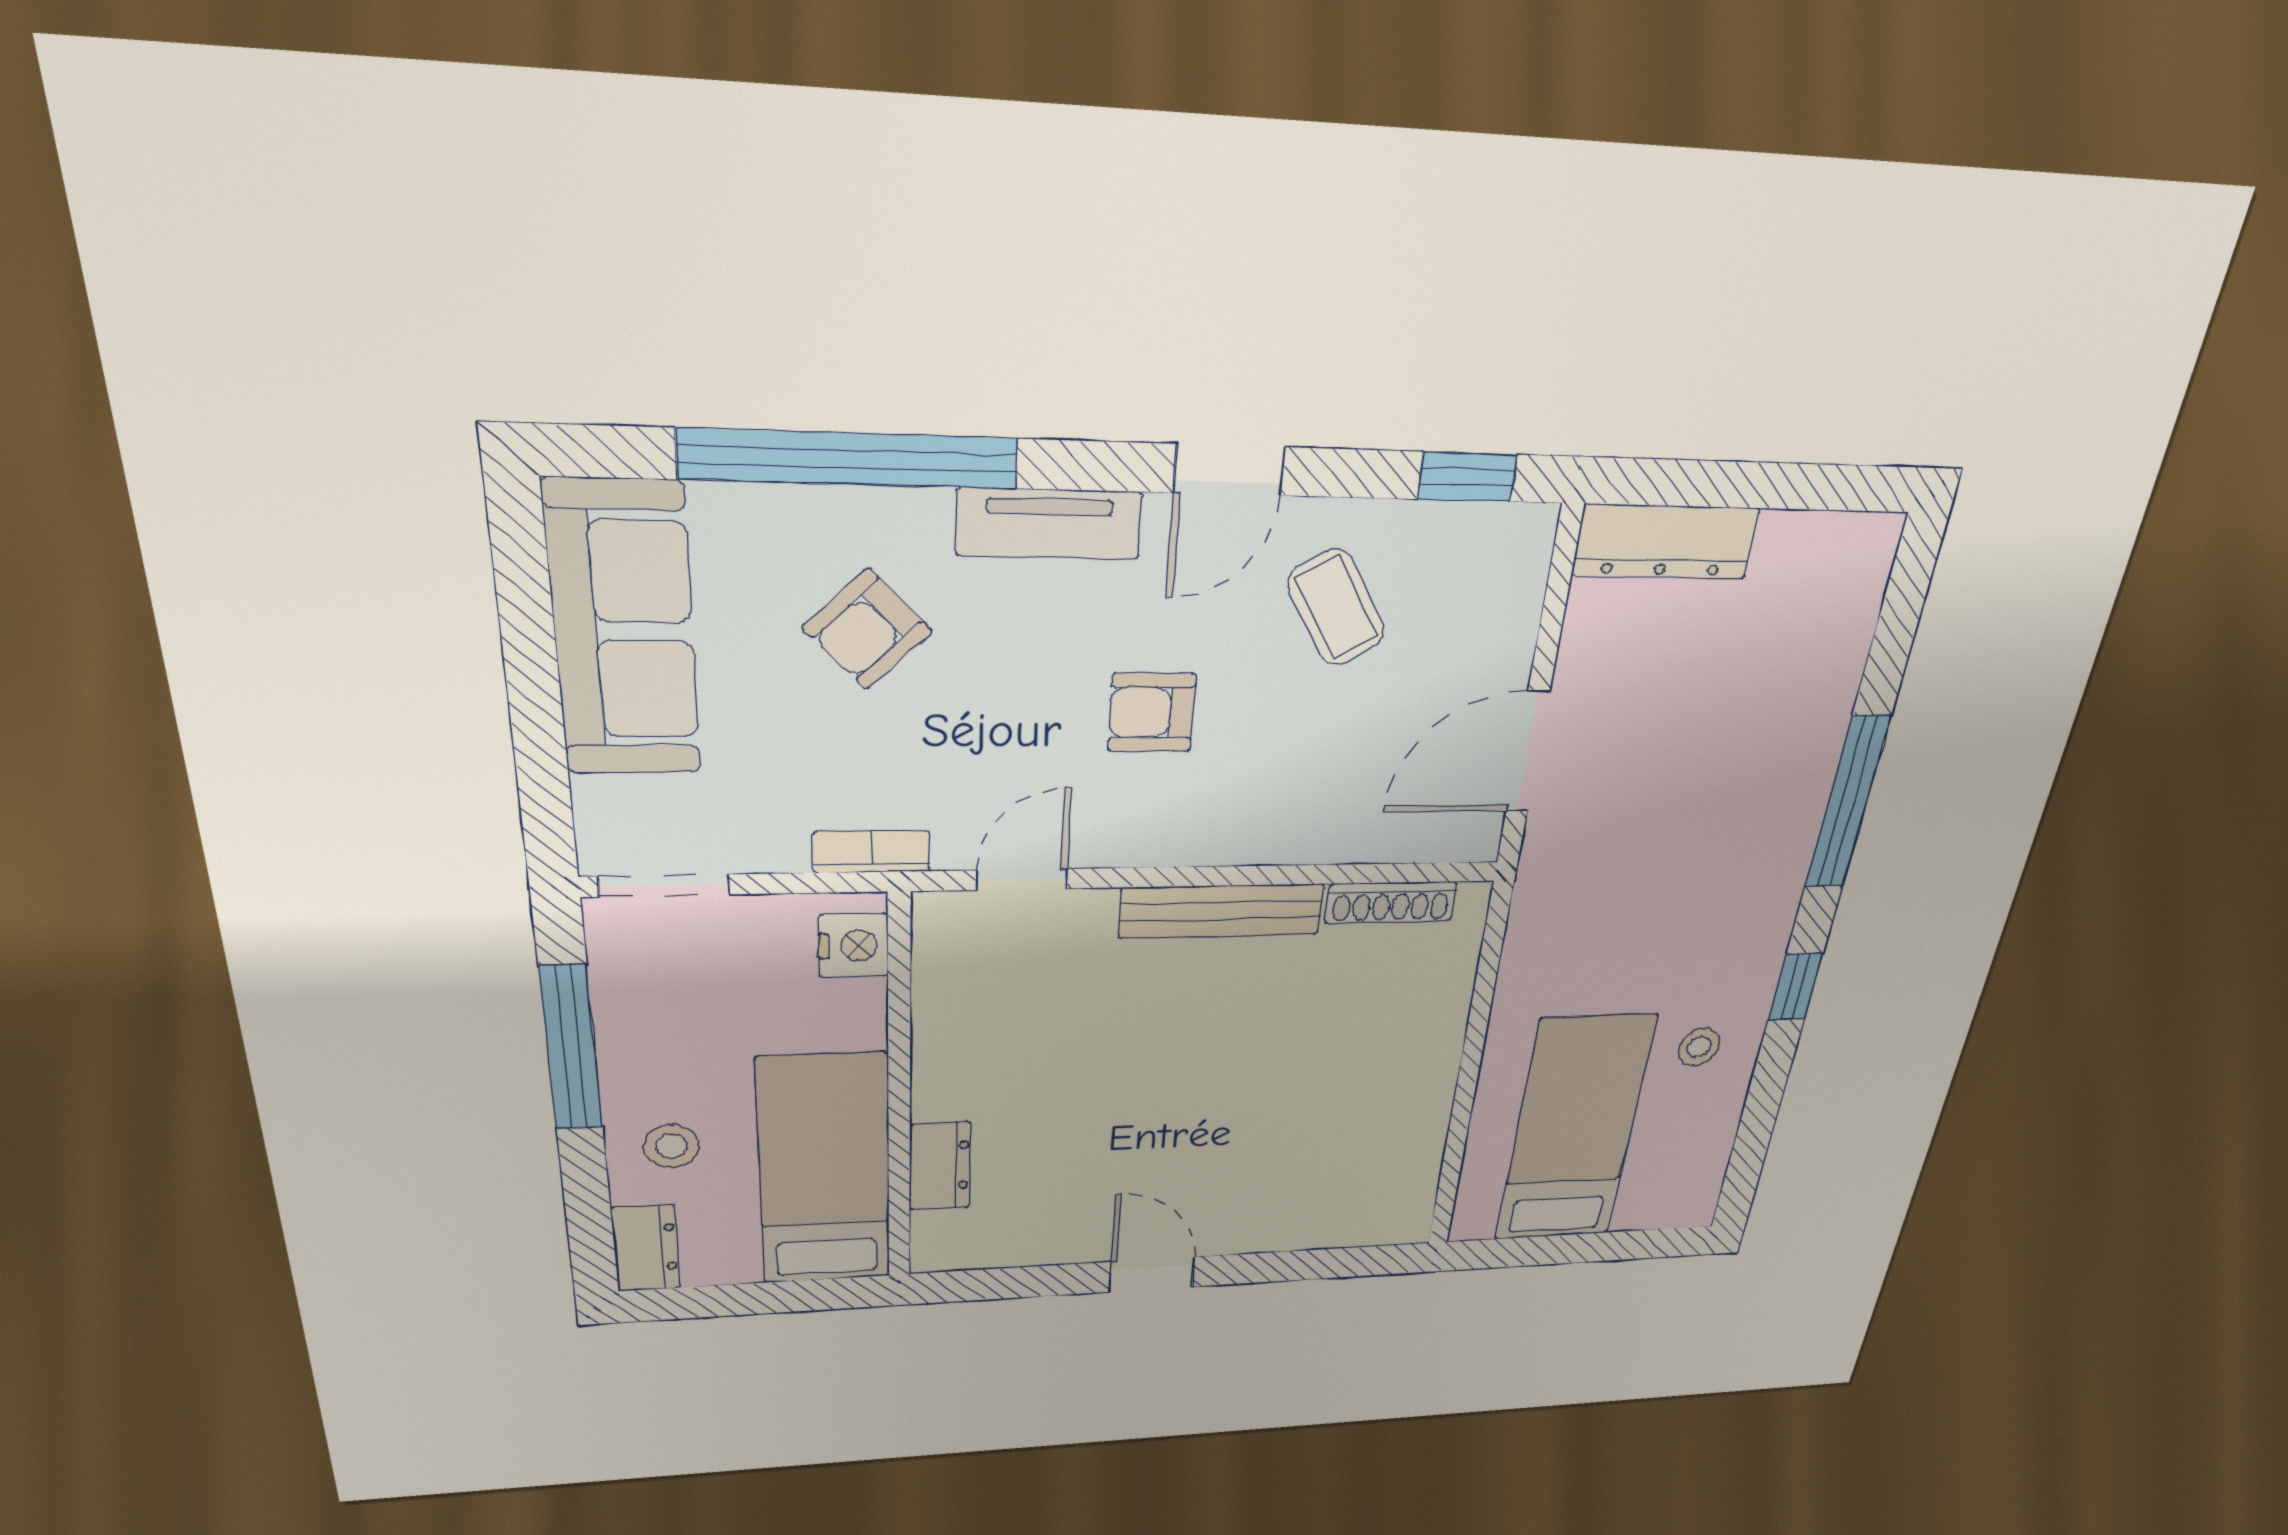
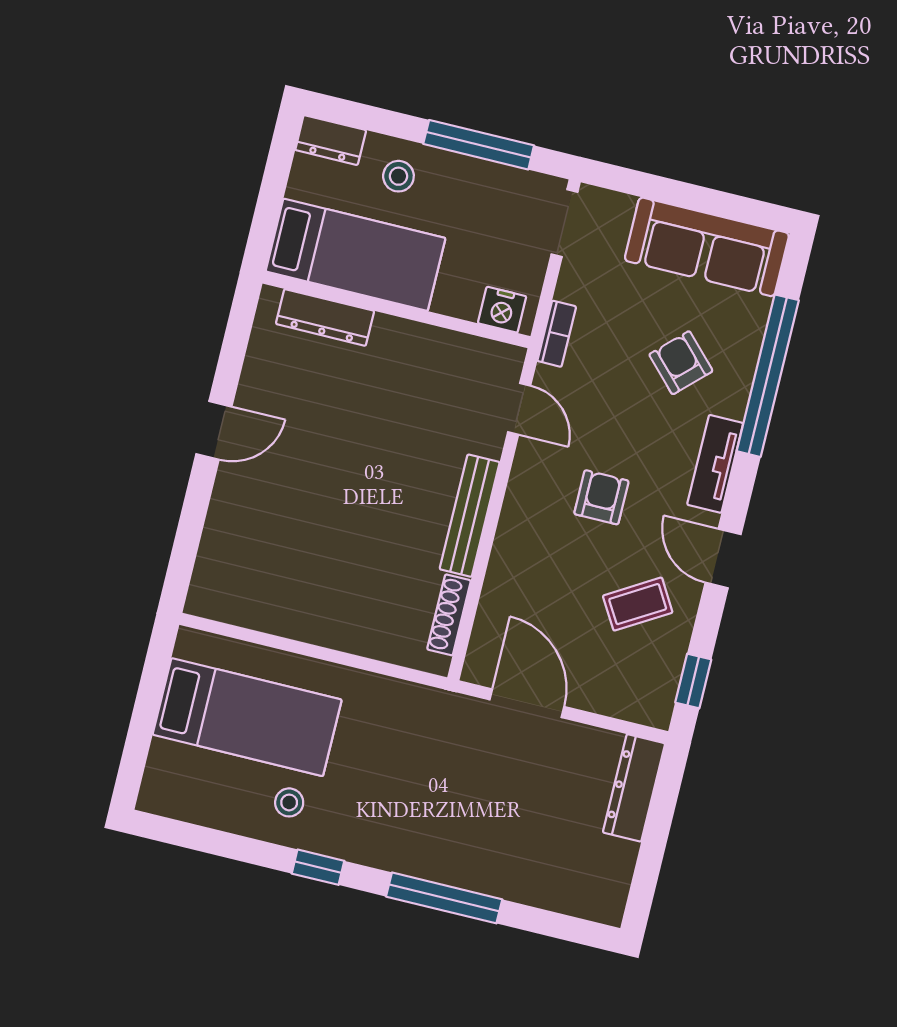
dresser: (940, 1166) -> (325, 317), width x1.44

